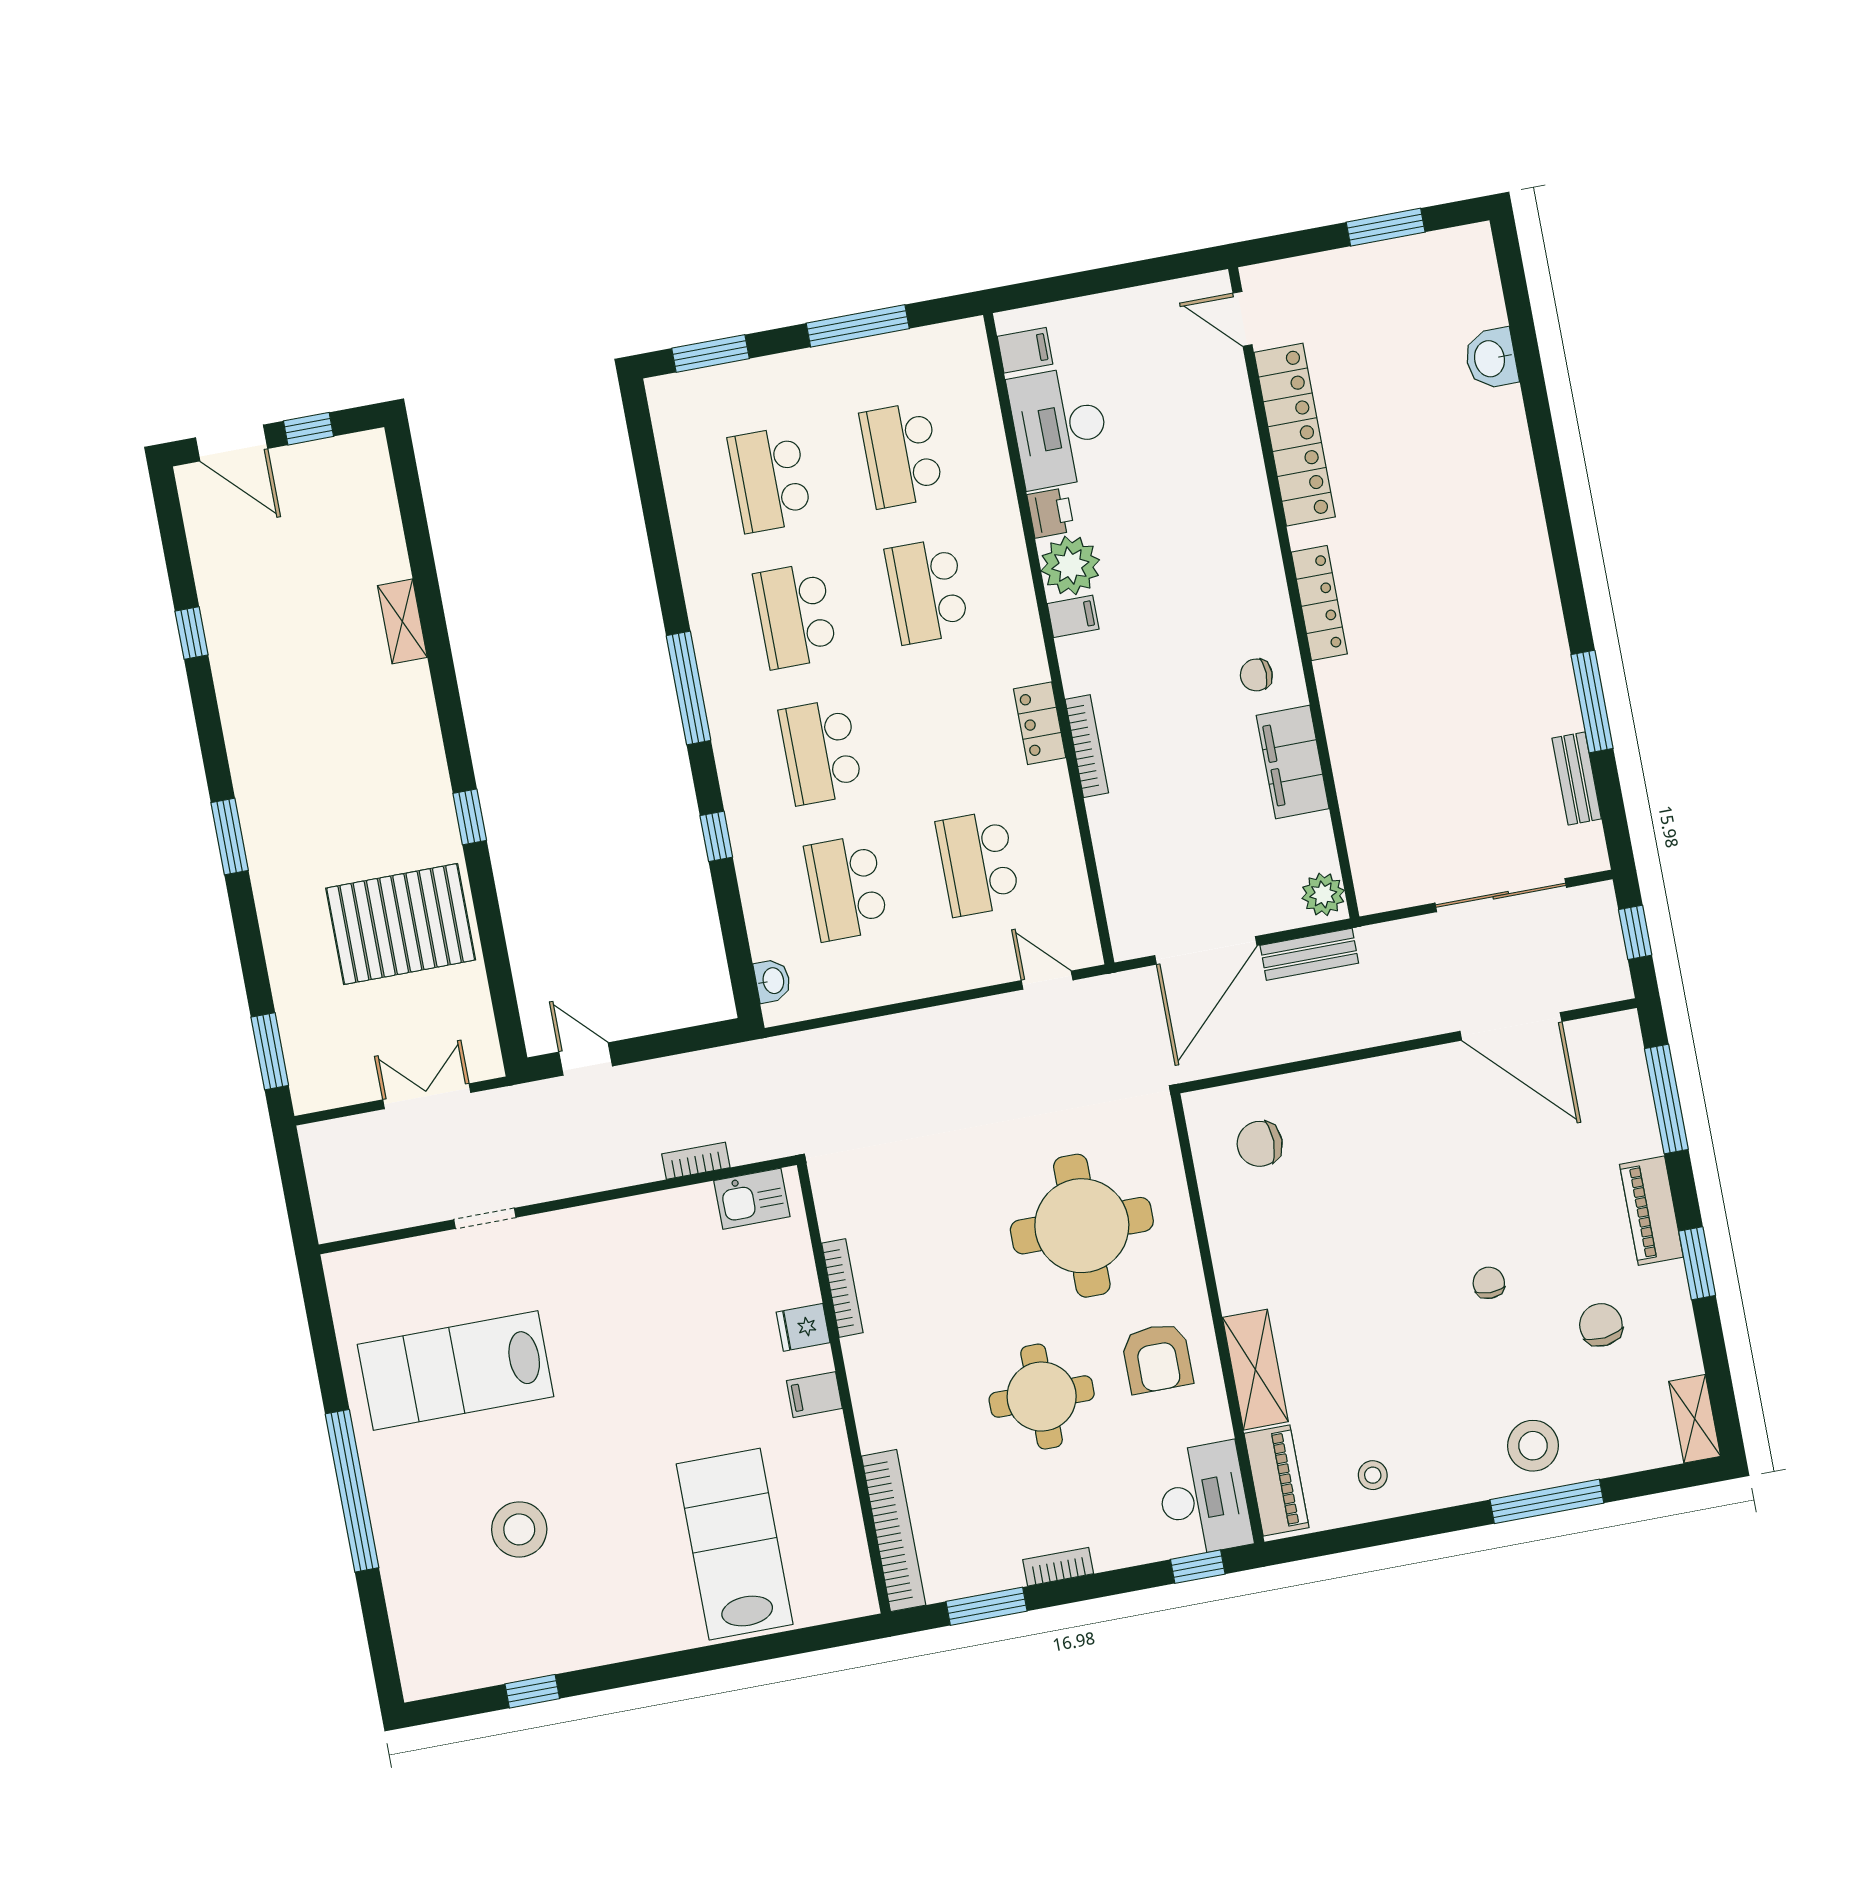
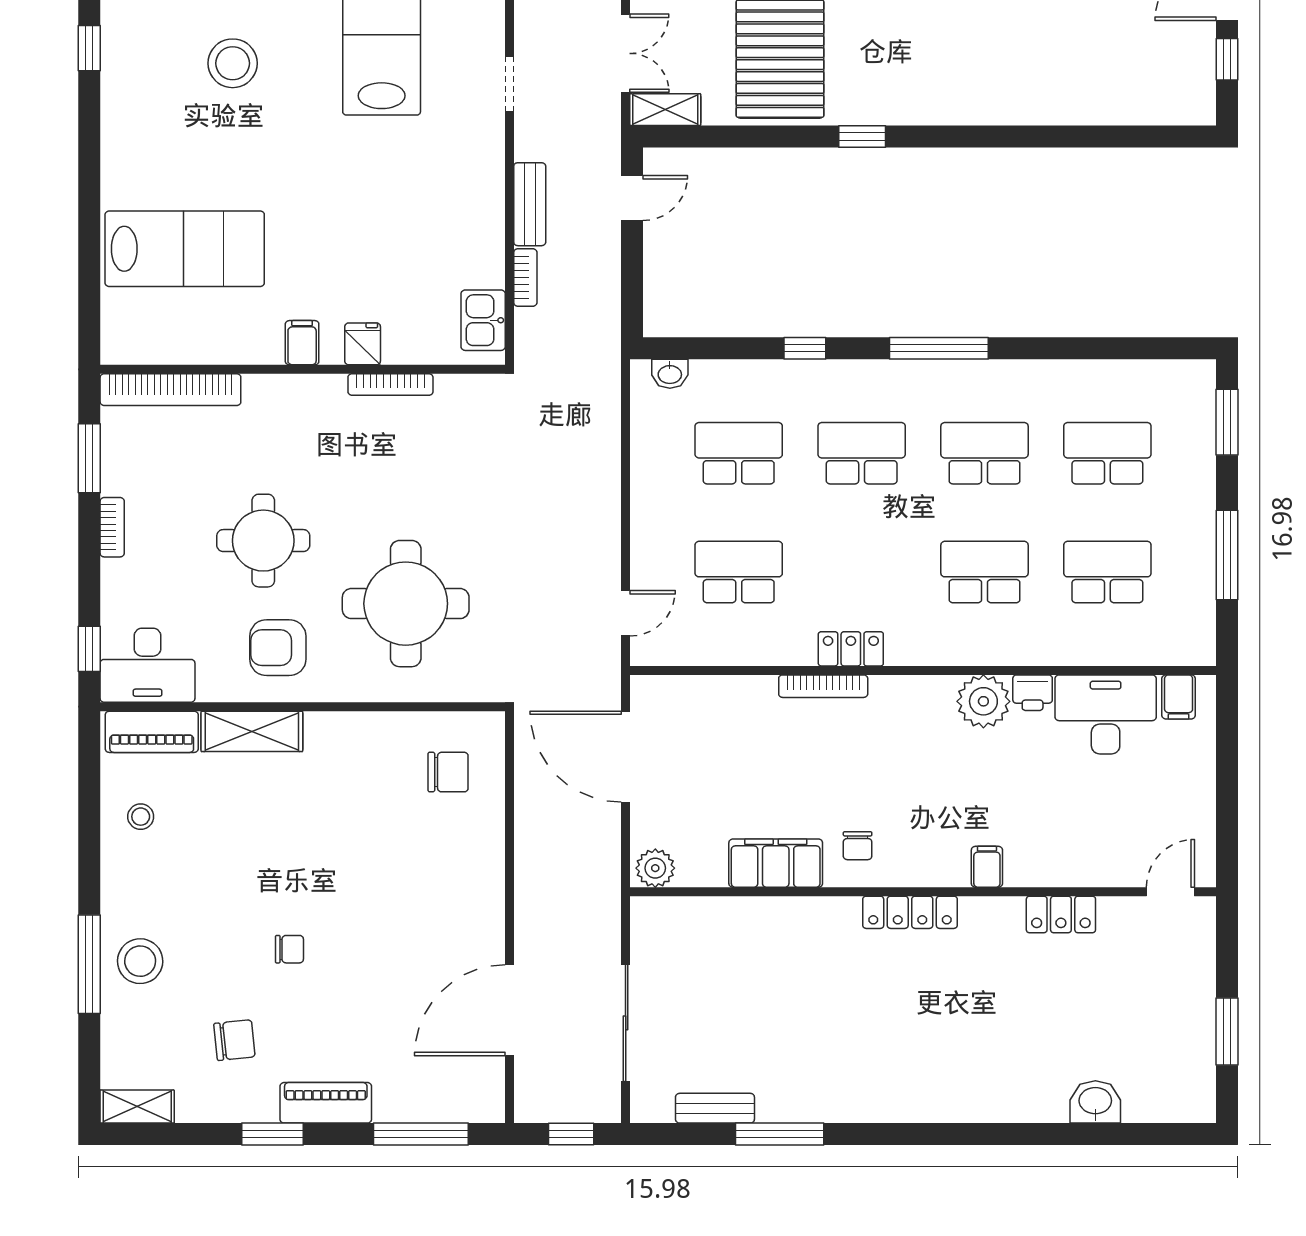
locker: (1295, 435) -> (1061, 914), width x0.46, depth x0.83
filing cabinet: (1073, 616) -> (987, 867), moved, turned 180
shelving: (402, 621) -> (665, 110), moved
chair: (1256, 675) -> (858, 846), turned 180
bench: (1309, 954) -> (530, 204), moved
chair: (1260, 1144) -> (448, 772), turned 90

